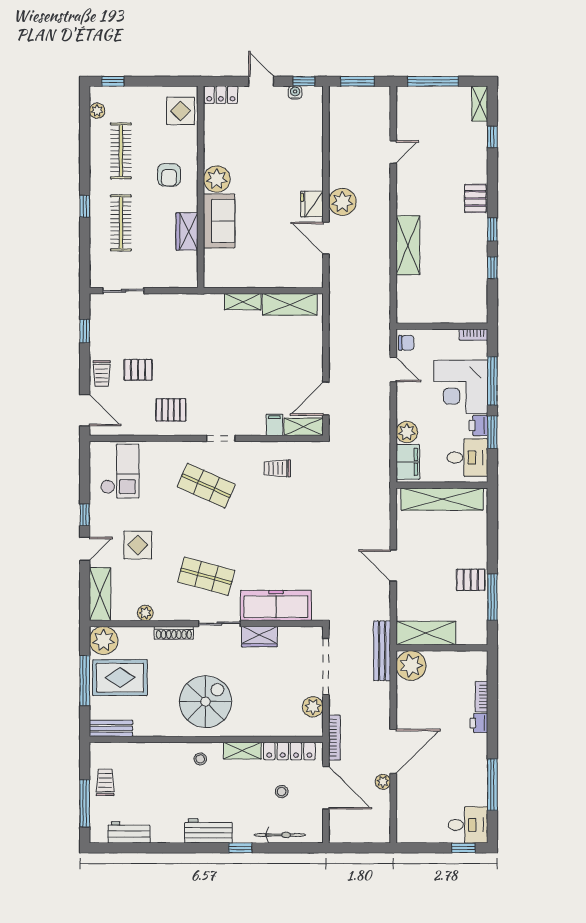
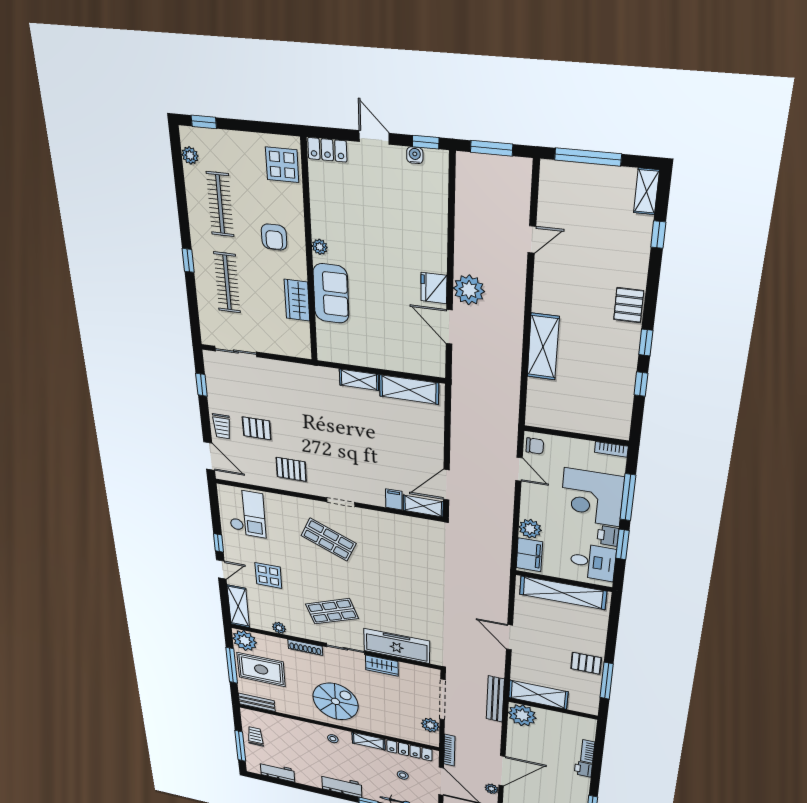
plant: (217, 179) -> (320, 247), width x0.53, depth x0.53
trolley: (277, 468) -> (397, 537), removed
shop shelf: (206, 576) -> (332, 611), turned -36

